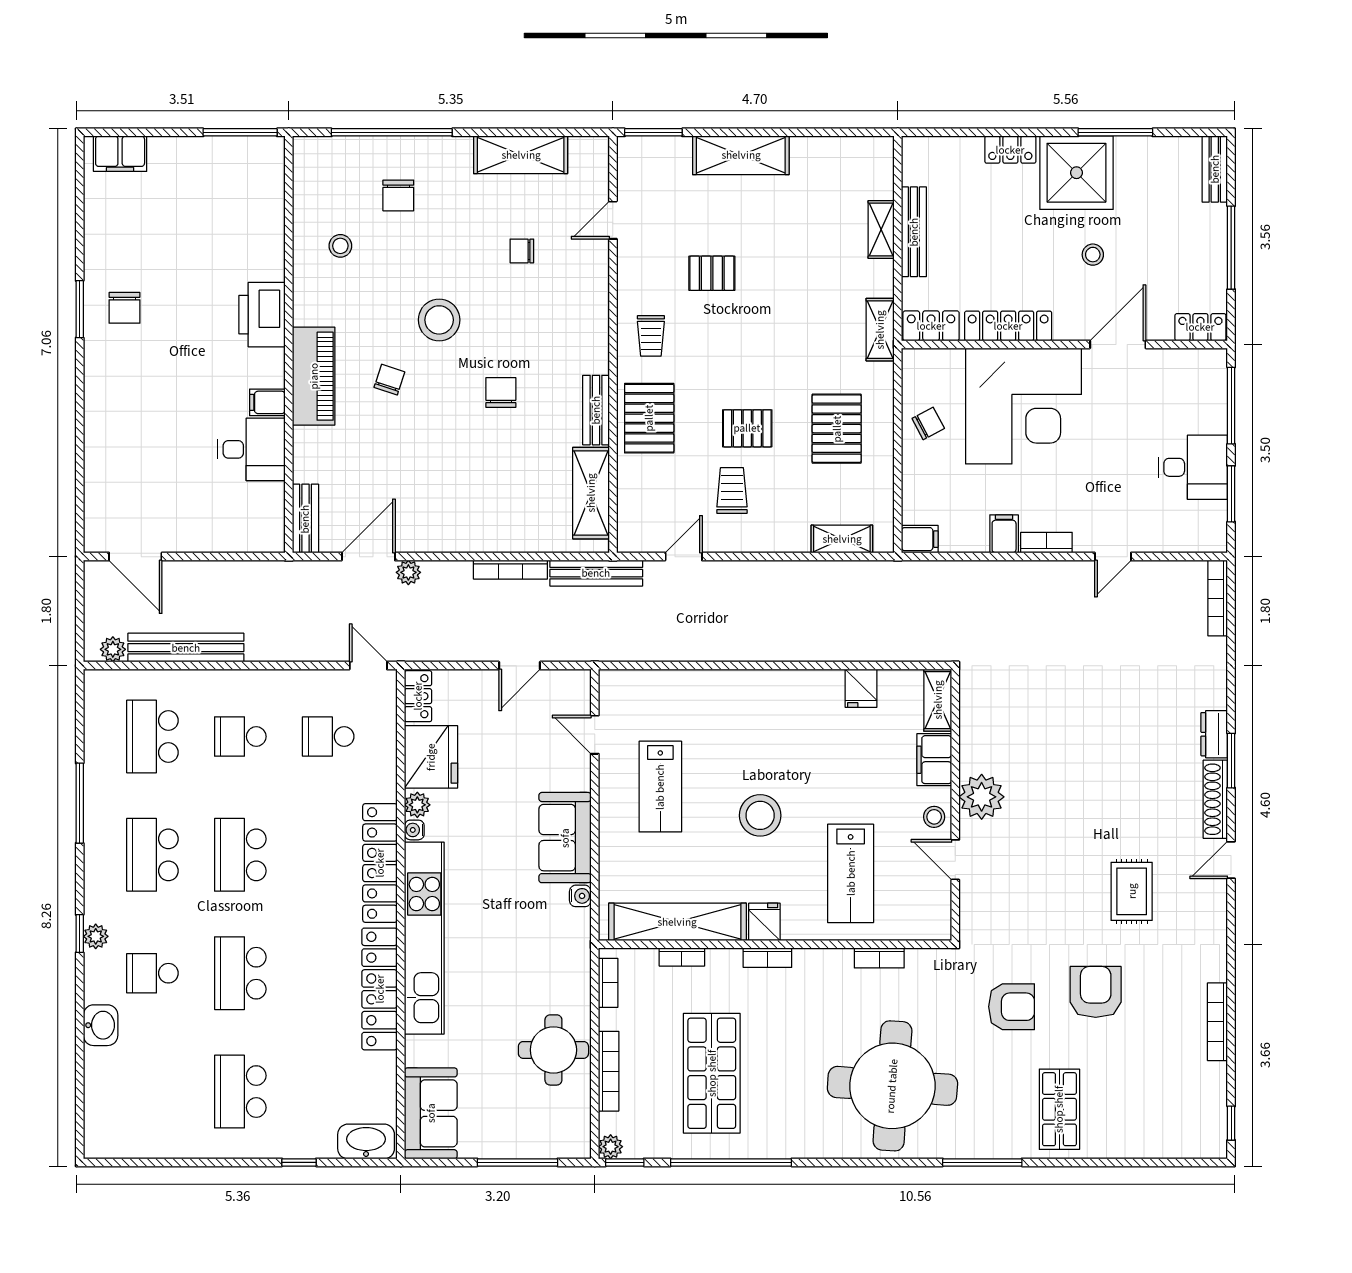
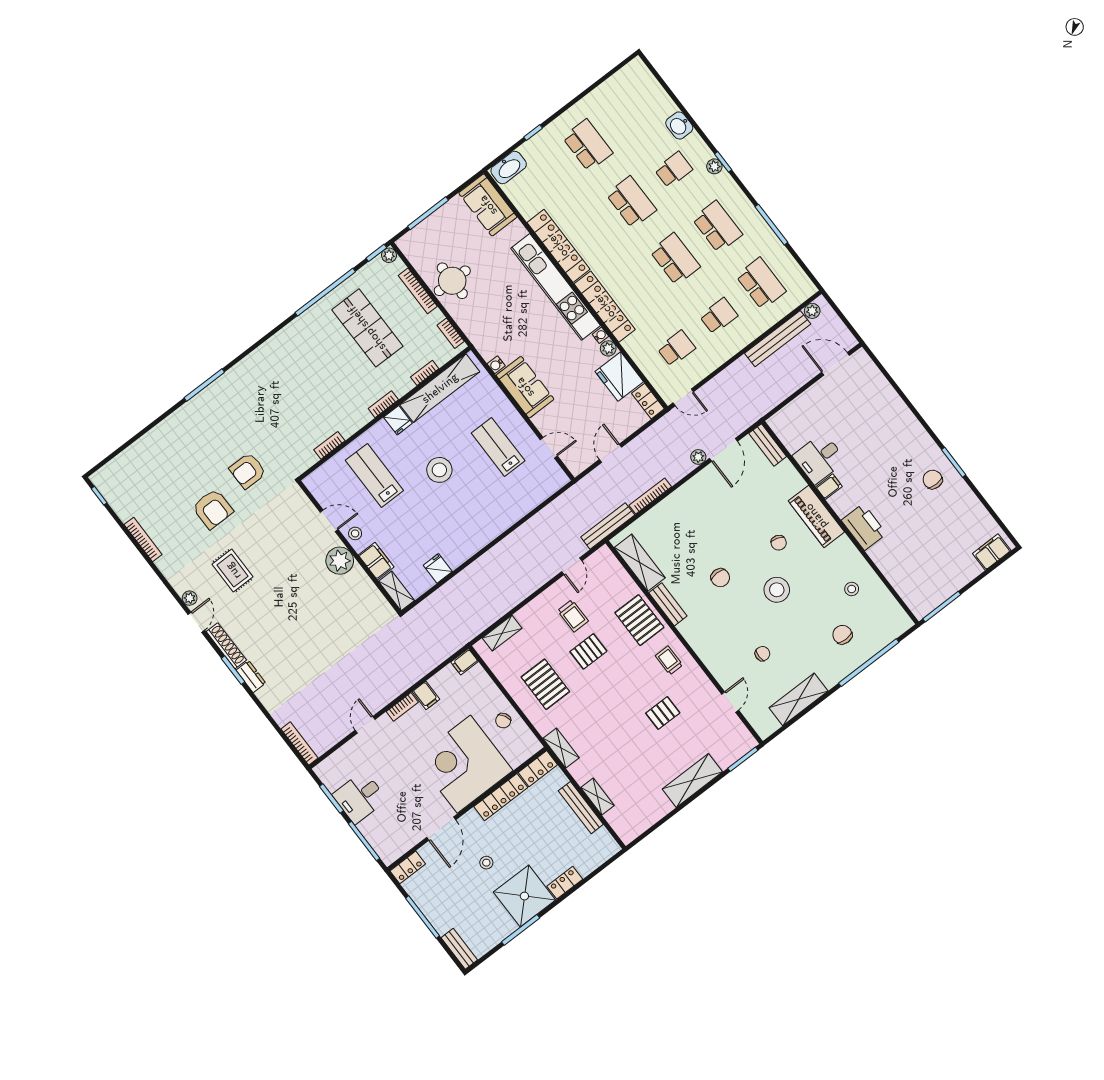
plant: (1215, 898) -> (190, 598), added
round table: (892, 1086) -> (276, 389), removed
shop shelf: (1059, 1109) -> (187, 439), removed

